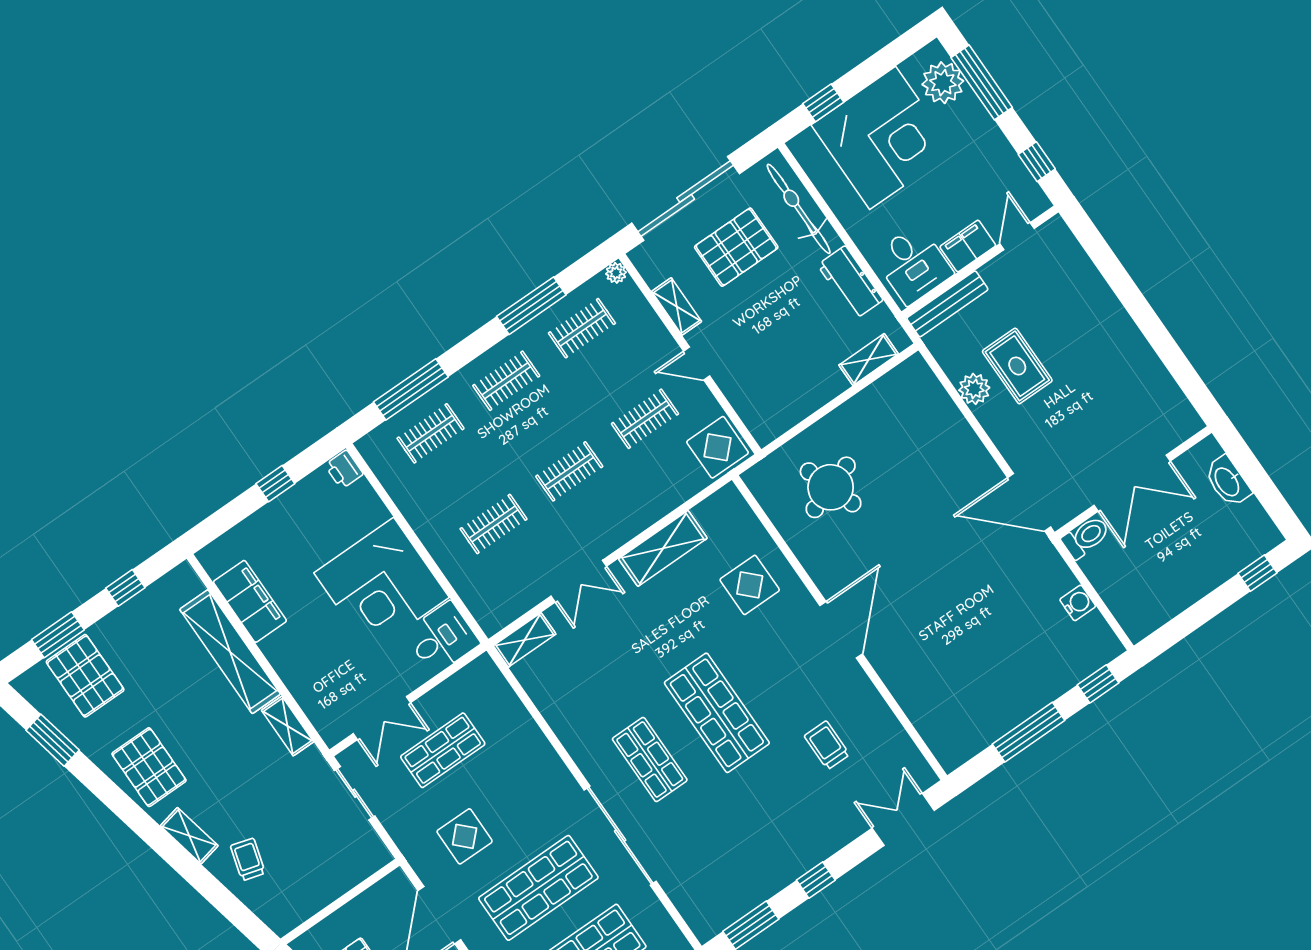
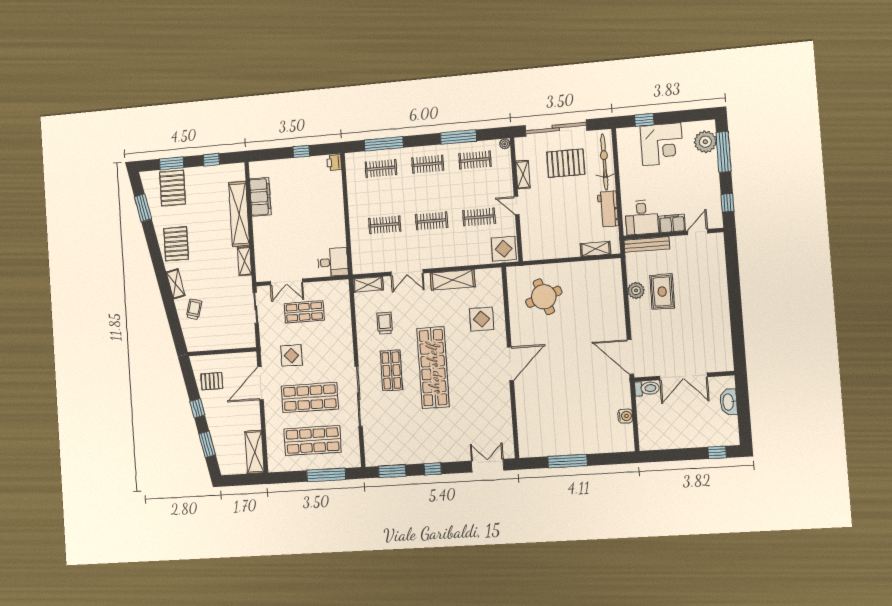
corner desk: (883, 138) -> (662, 144), width x0.74, depth x0.74
corner desk: (382, 585) -> (321, 223), removed
window: (1098, 684) -> (613, 458), removed
shop shelf: (717, 713) -> (433, 368), width x1.40
trolley: (827, 745) -> (385, 323), moved

